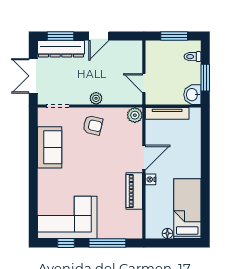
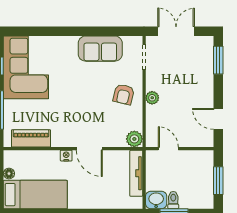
door: (99, 36) -> (218, 119), moved
dresser: (61, 49) -> (205, 61), removed
toilet: (192, 57) -> (173, 200), moved
door: (144, 83) -> (168, 149), hinge flipped
piano: (134, 191) -> (31, 138), moved

